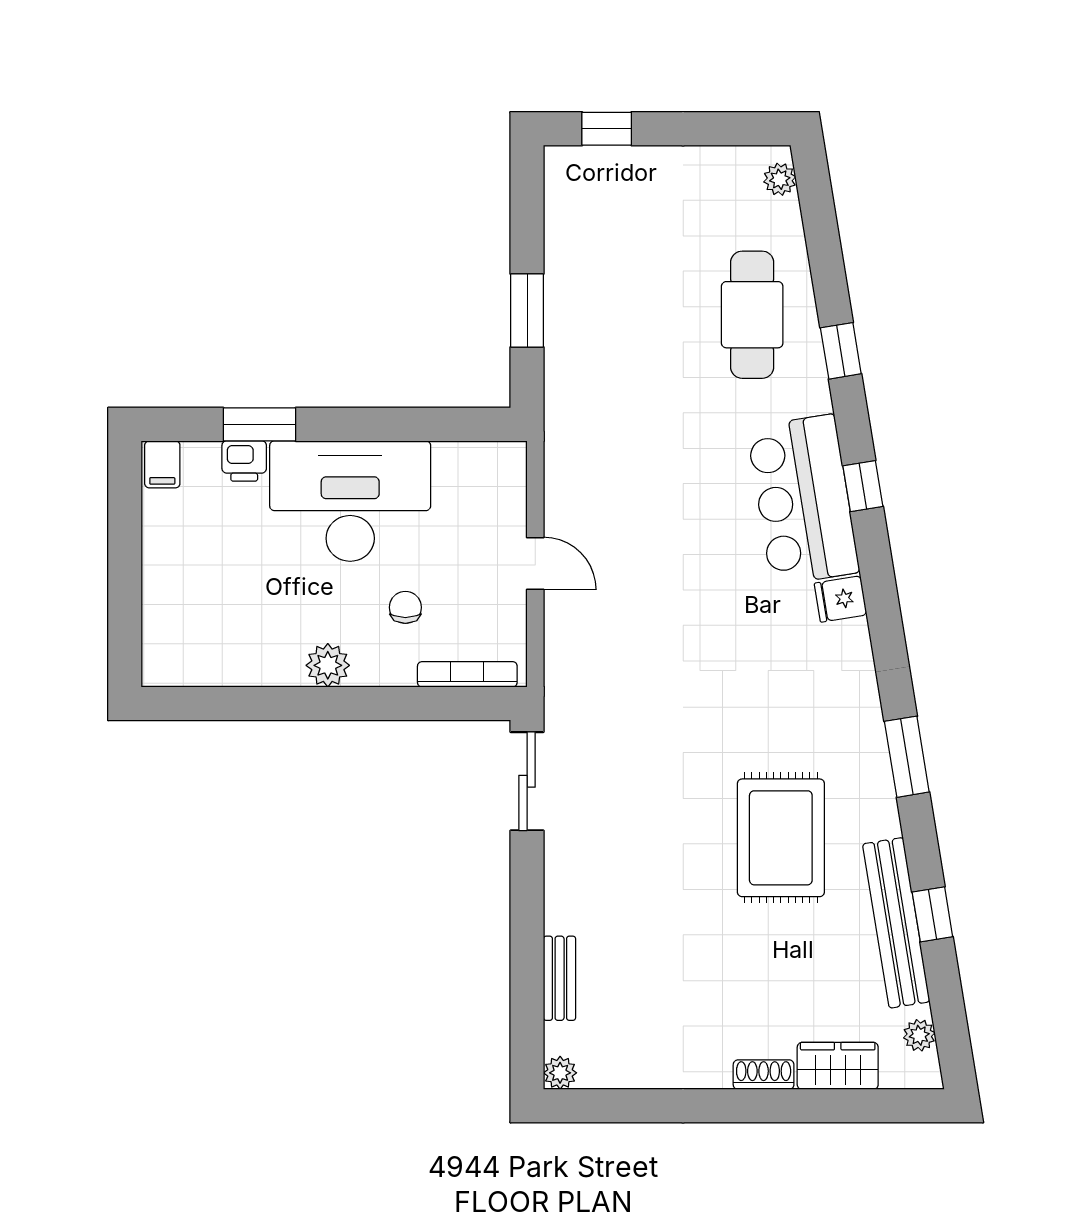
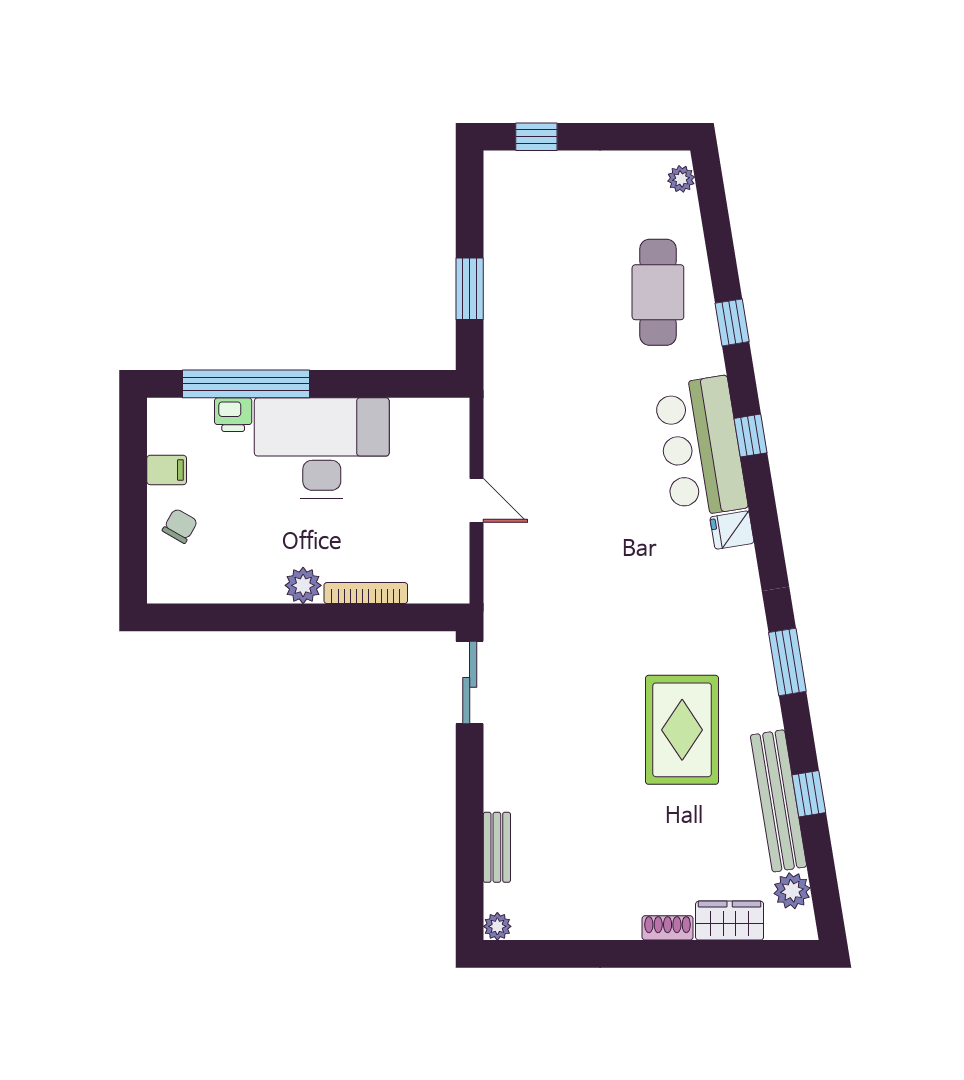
window: (260, 424) -> (246, 384), width x2.11
filing cabinet: (162, 464) -> (167, 470), moved, turned -90
chair: (405, 607) -> (180, 526), moved, turned 30
bookcase: (467, 674) -> (366, 593), moved
plant: (919, 1035) -> (792, 891), width x1.38, depth x1.38

